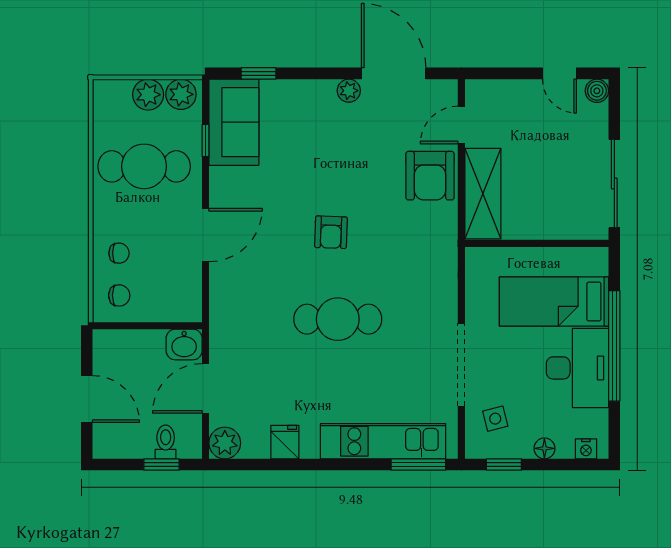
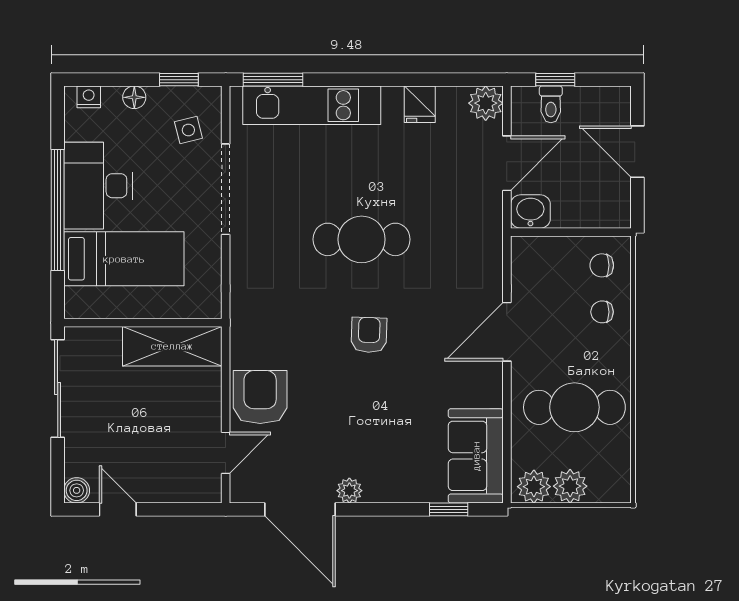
window: (206, 141) -> (507, 436), removed
shelving: (483, 194) -> (172, 346), moved, turned 90

